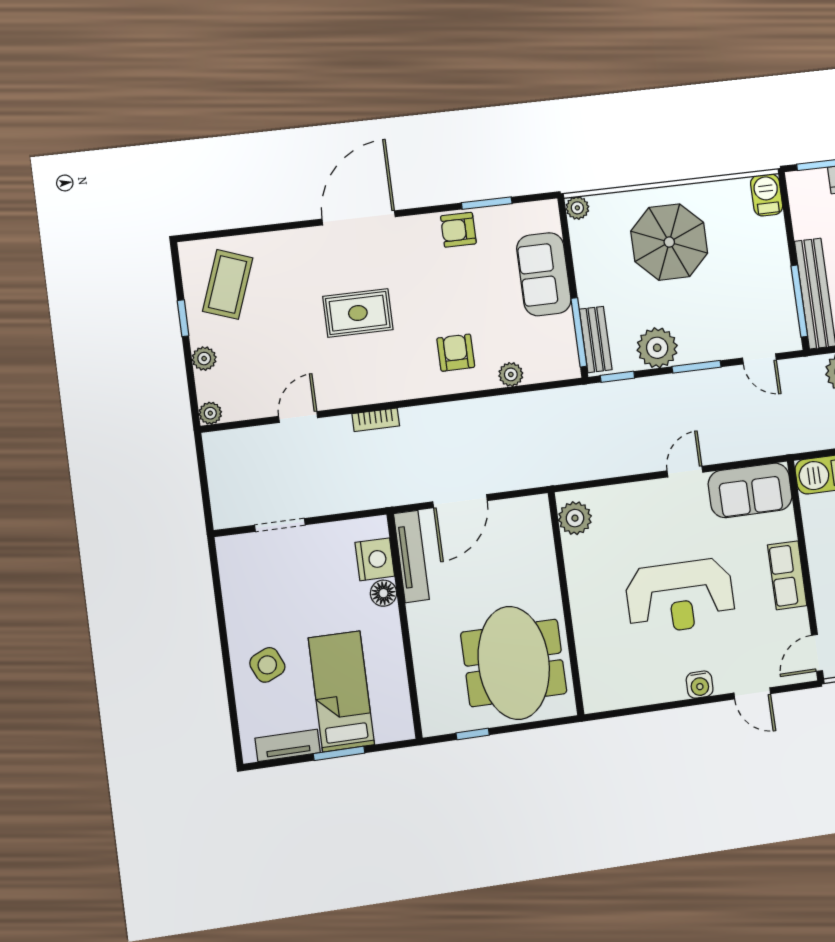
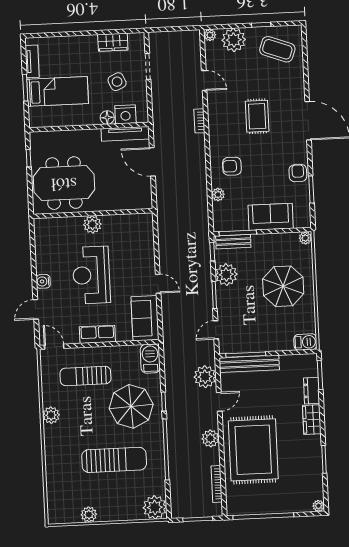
armchair: (456, 353) -> (232, 166), turned 180
plant: (204, 359) -> (234, 40), width x1.87, depth x1.87
plant: (575, 518) -> (92, 224), moved
wardrobe: (239, 595) -> (113, 42), added
side table: (267, 665) -> (117, 82), moved

